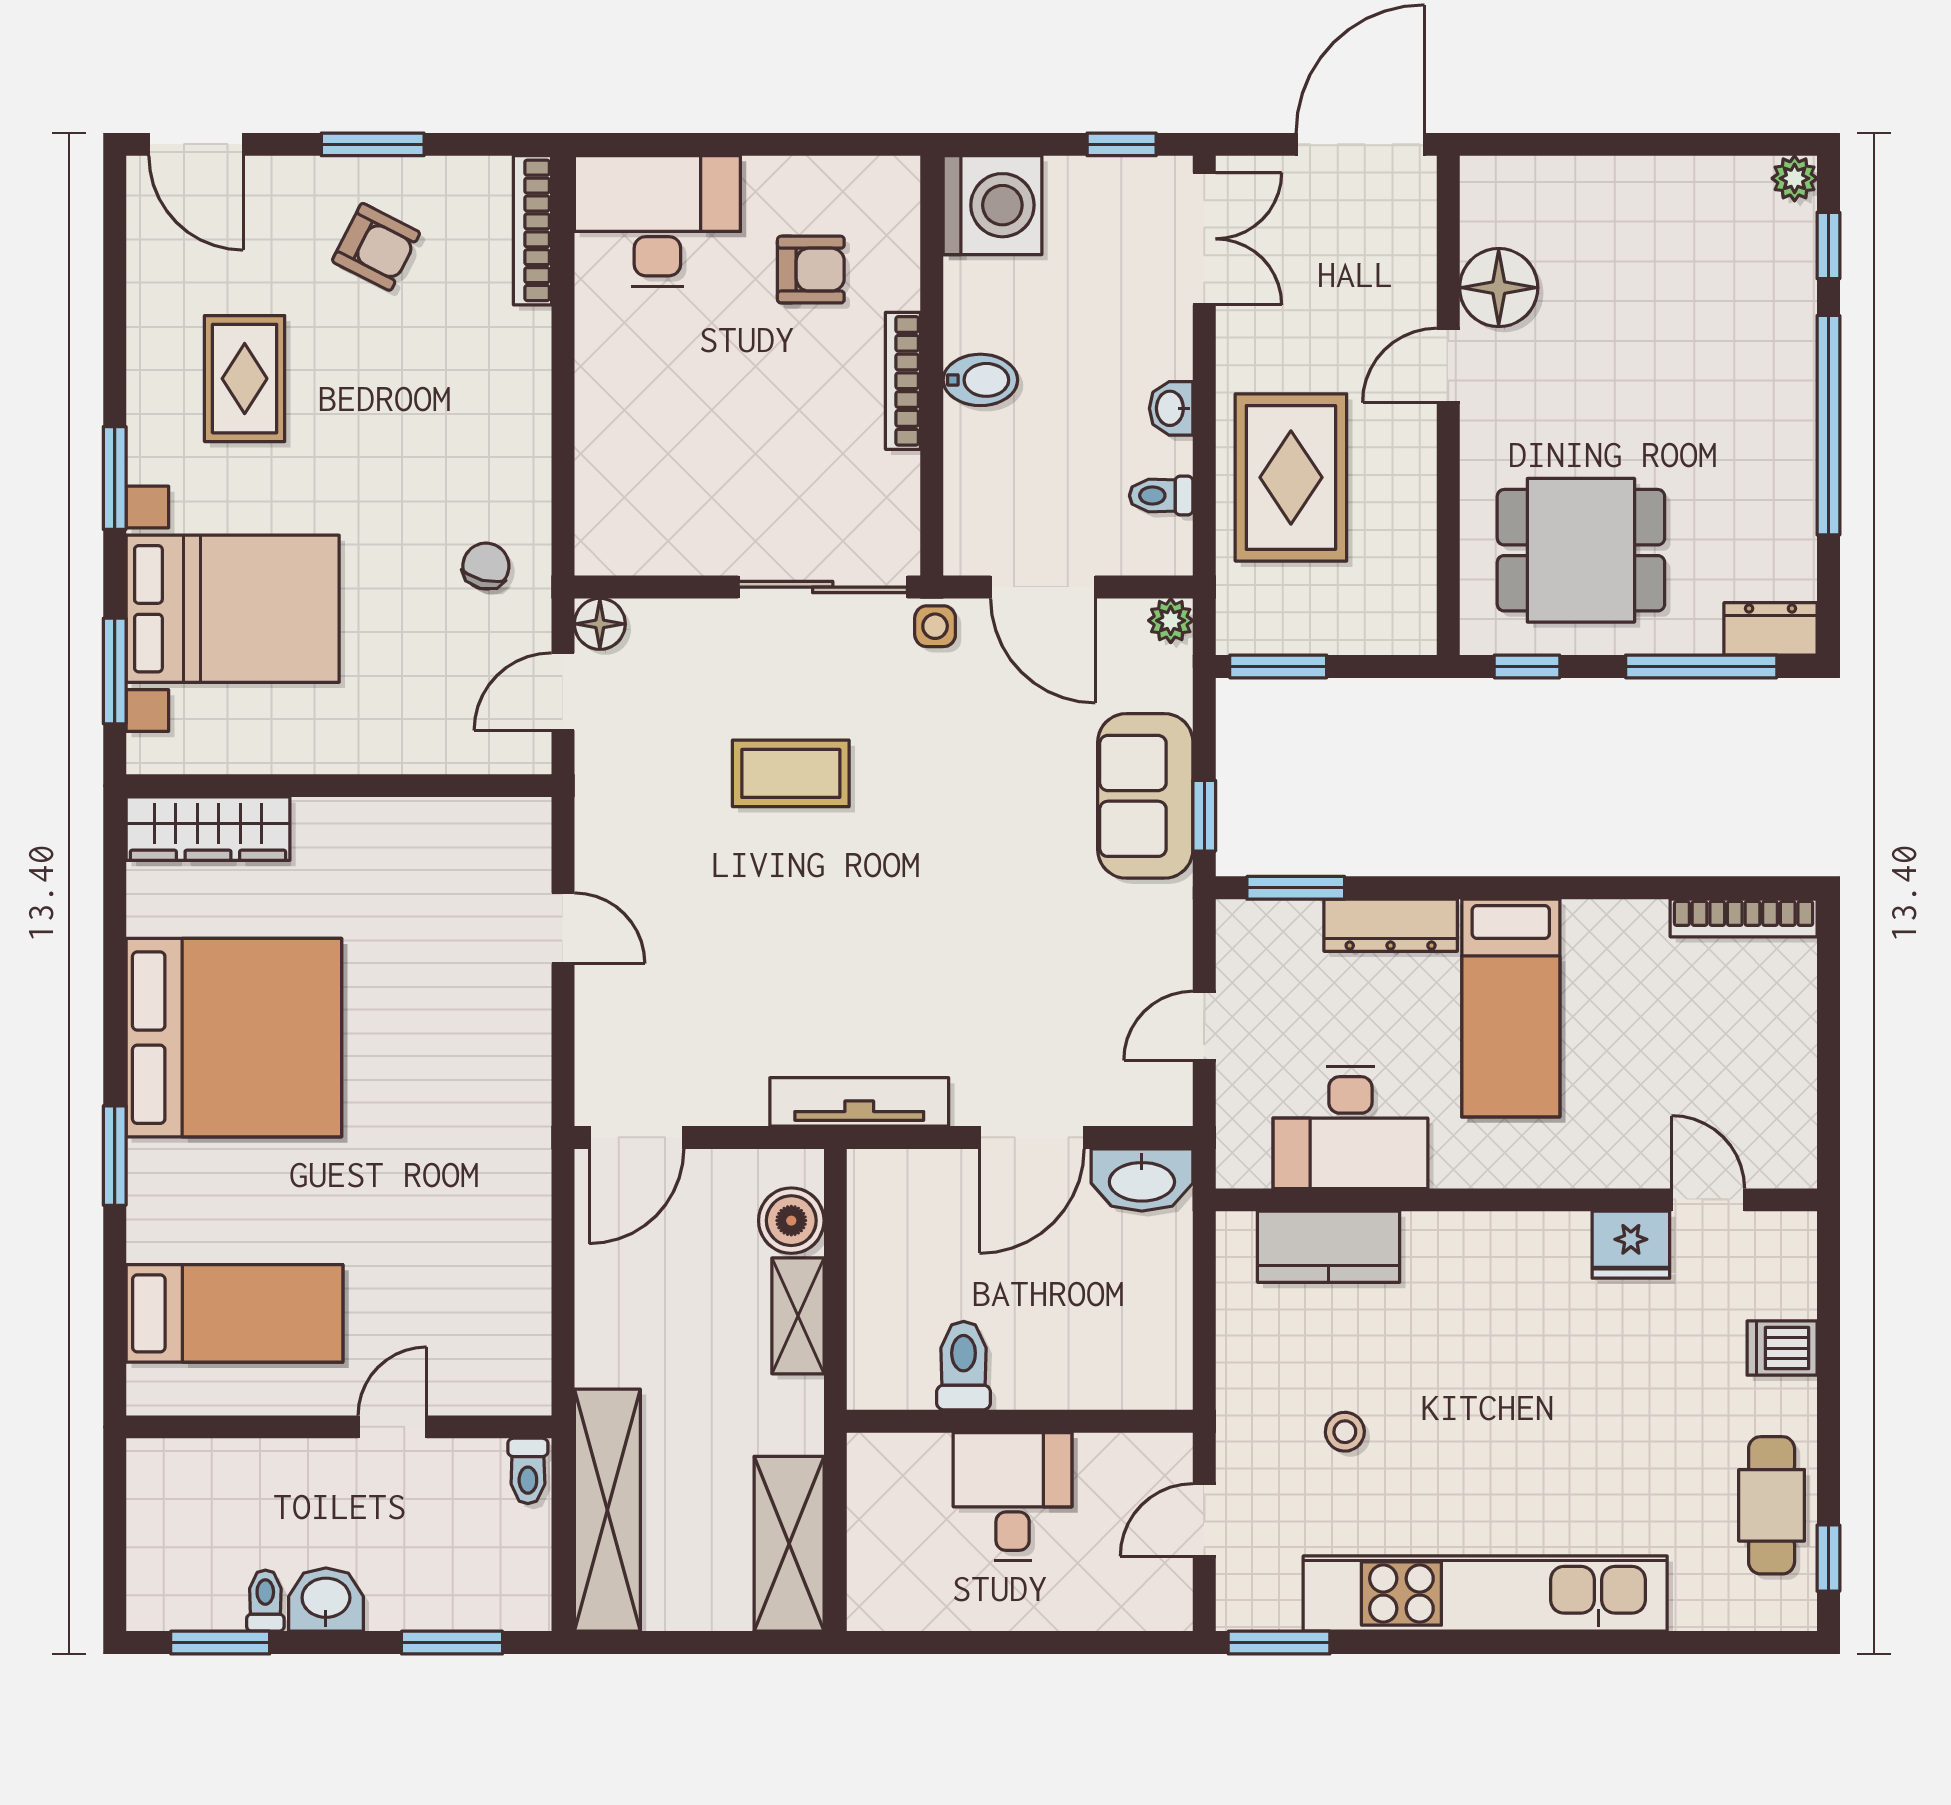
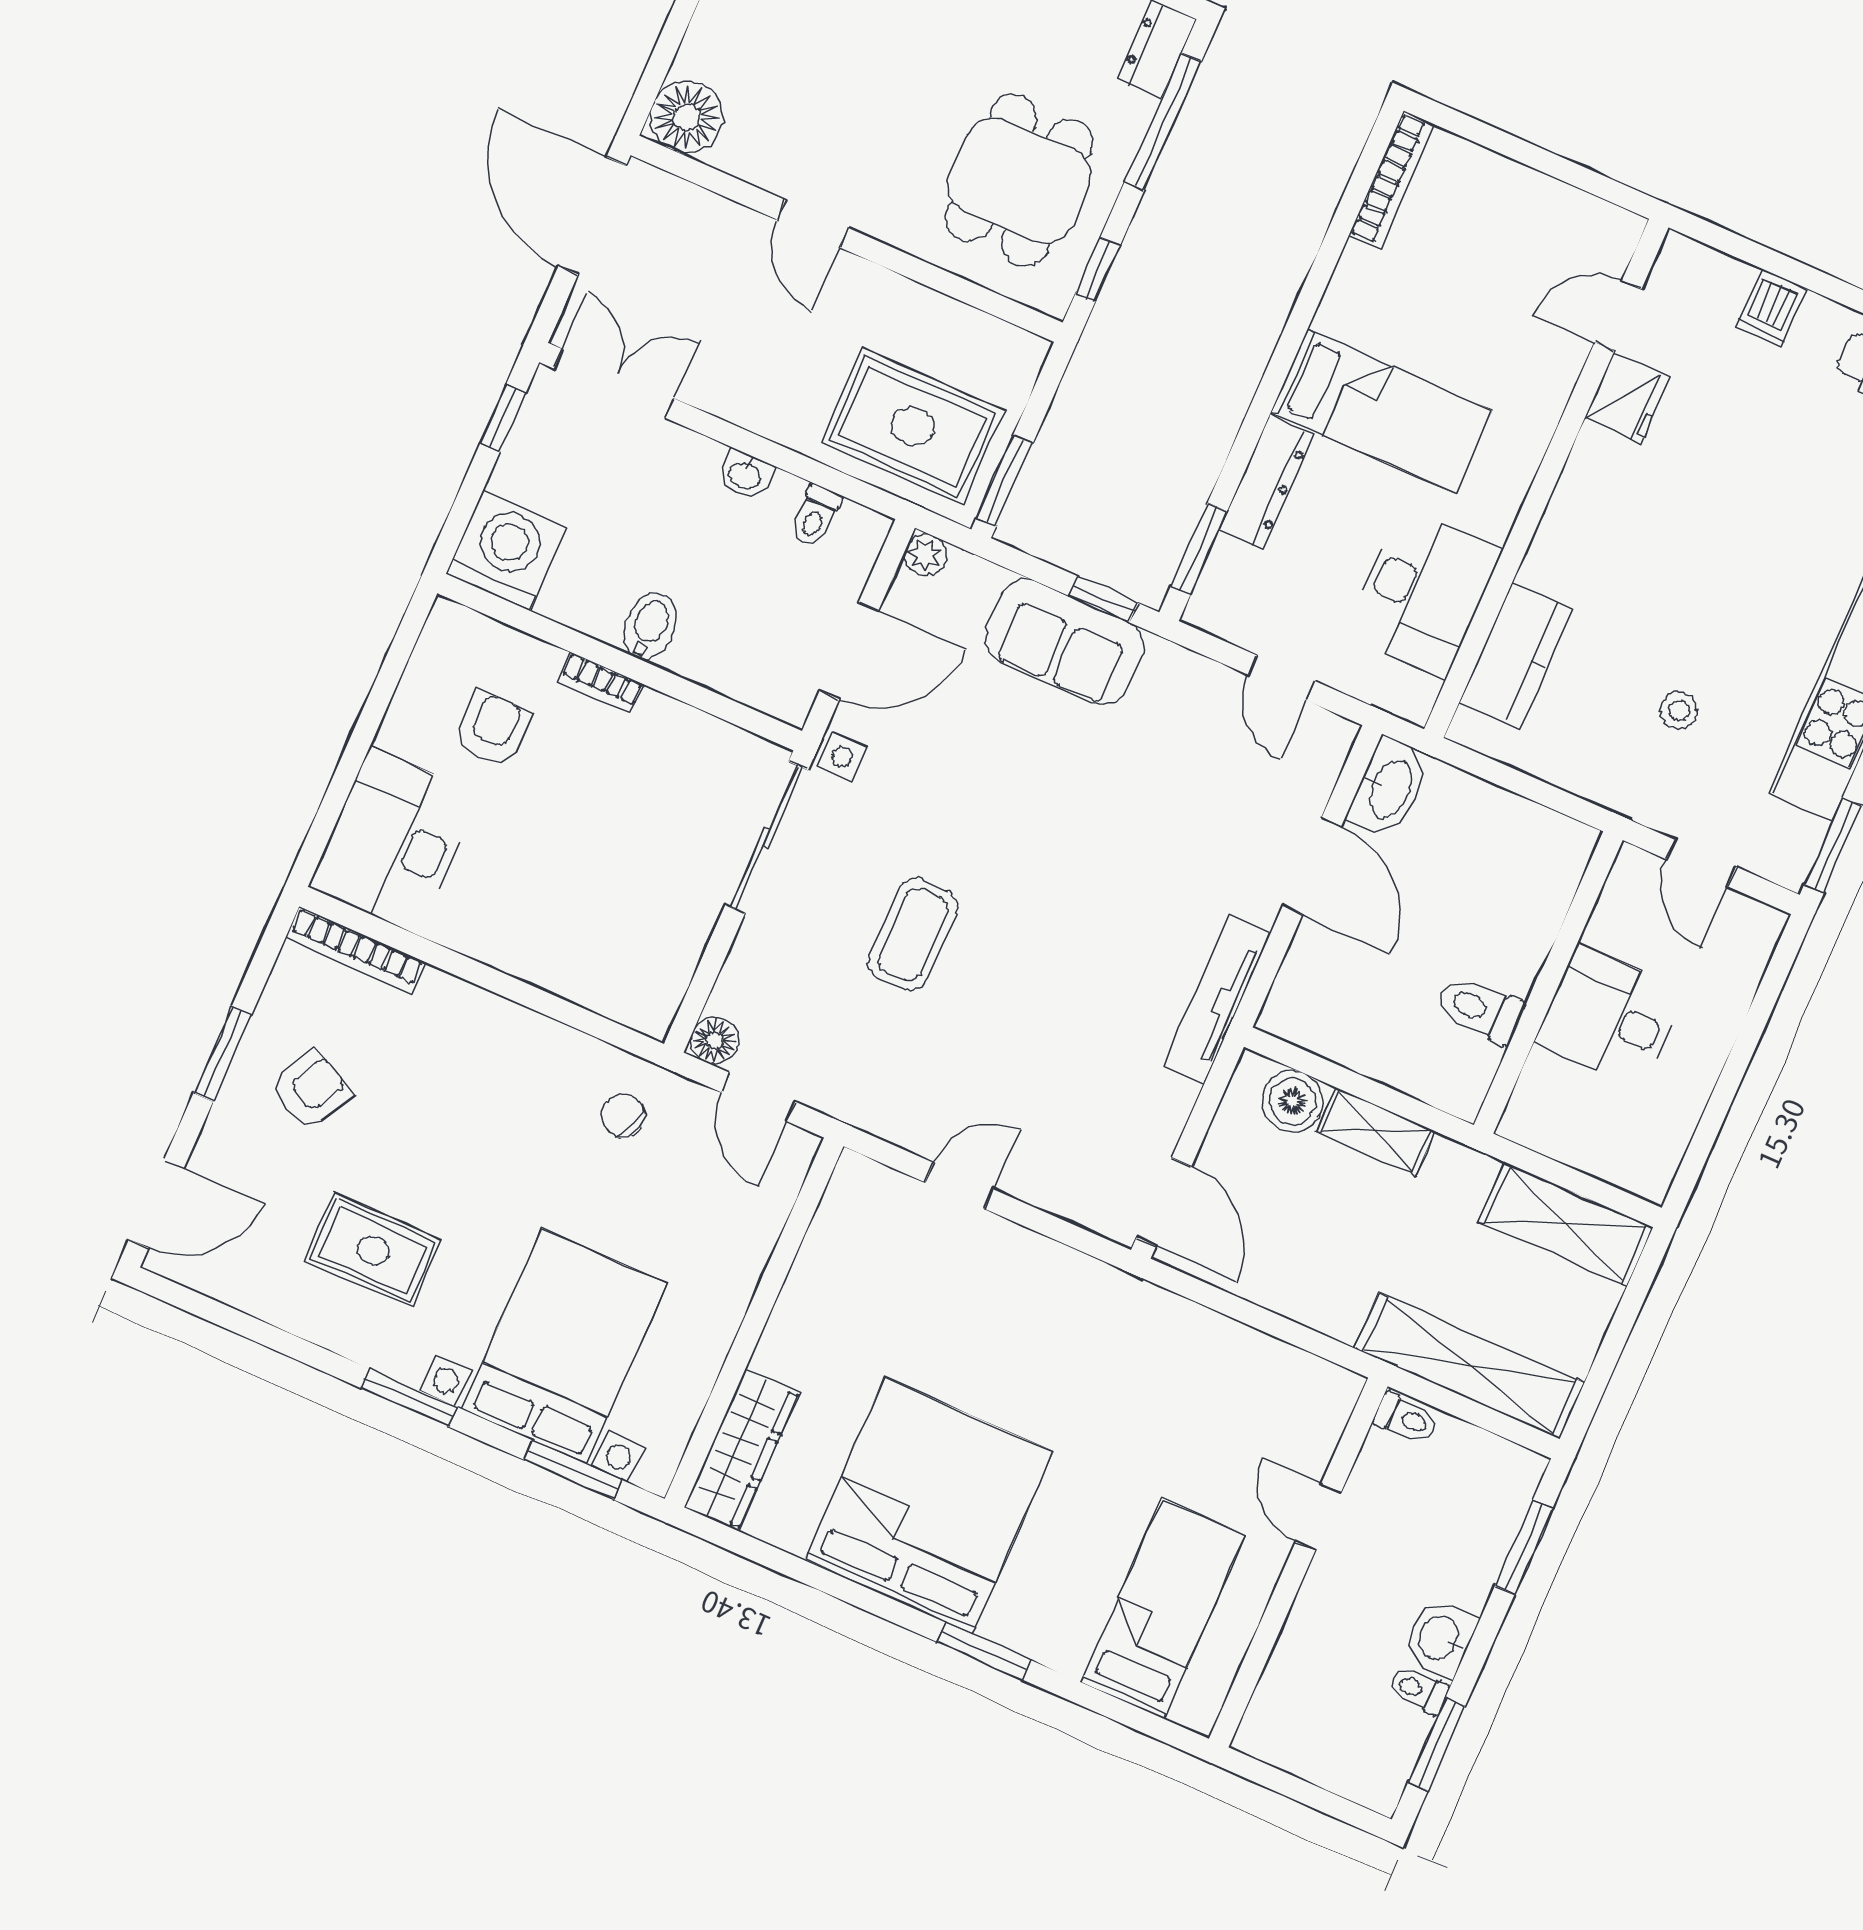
floor lamp: (1499, 288) -> (687, 117), moved
bookcase: (903, 381) -> (601, 683), width x0.64
rug: (1291, 477) -> (912, 426), moved

